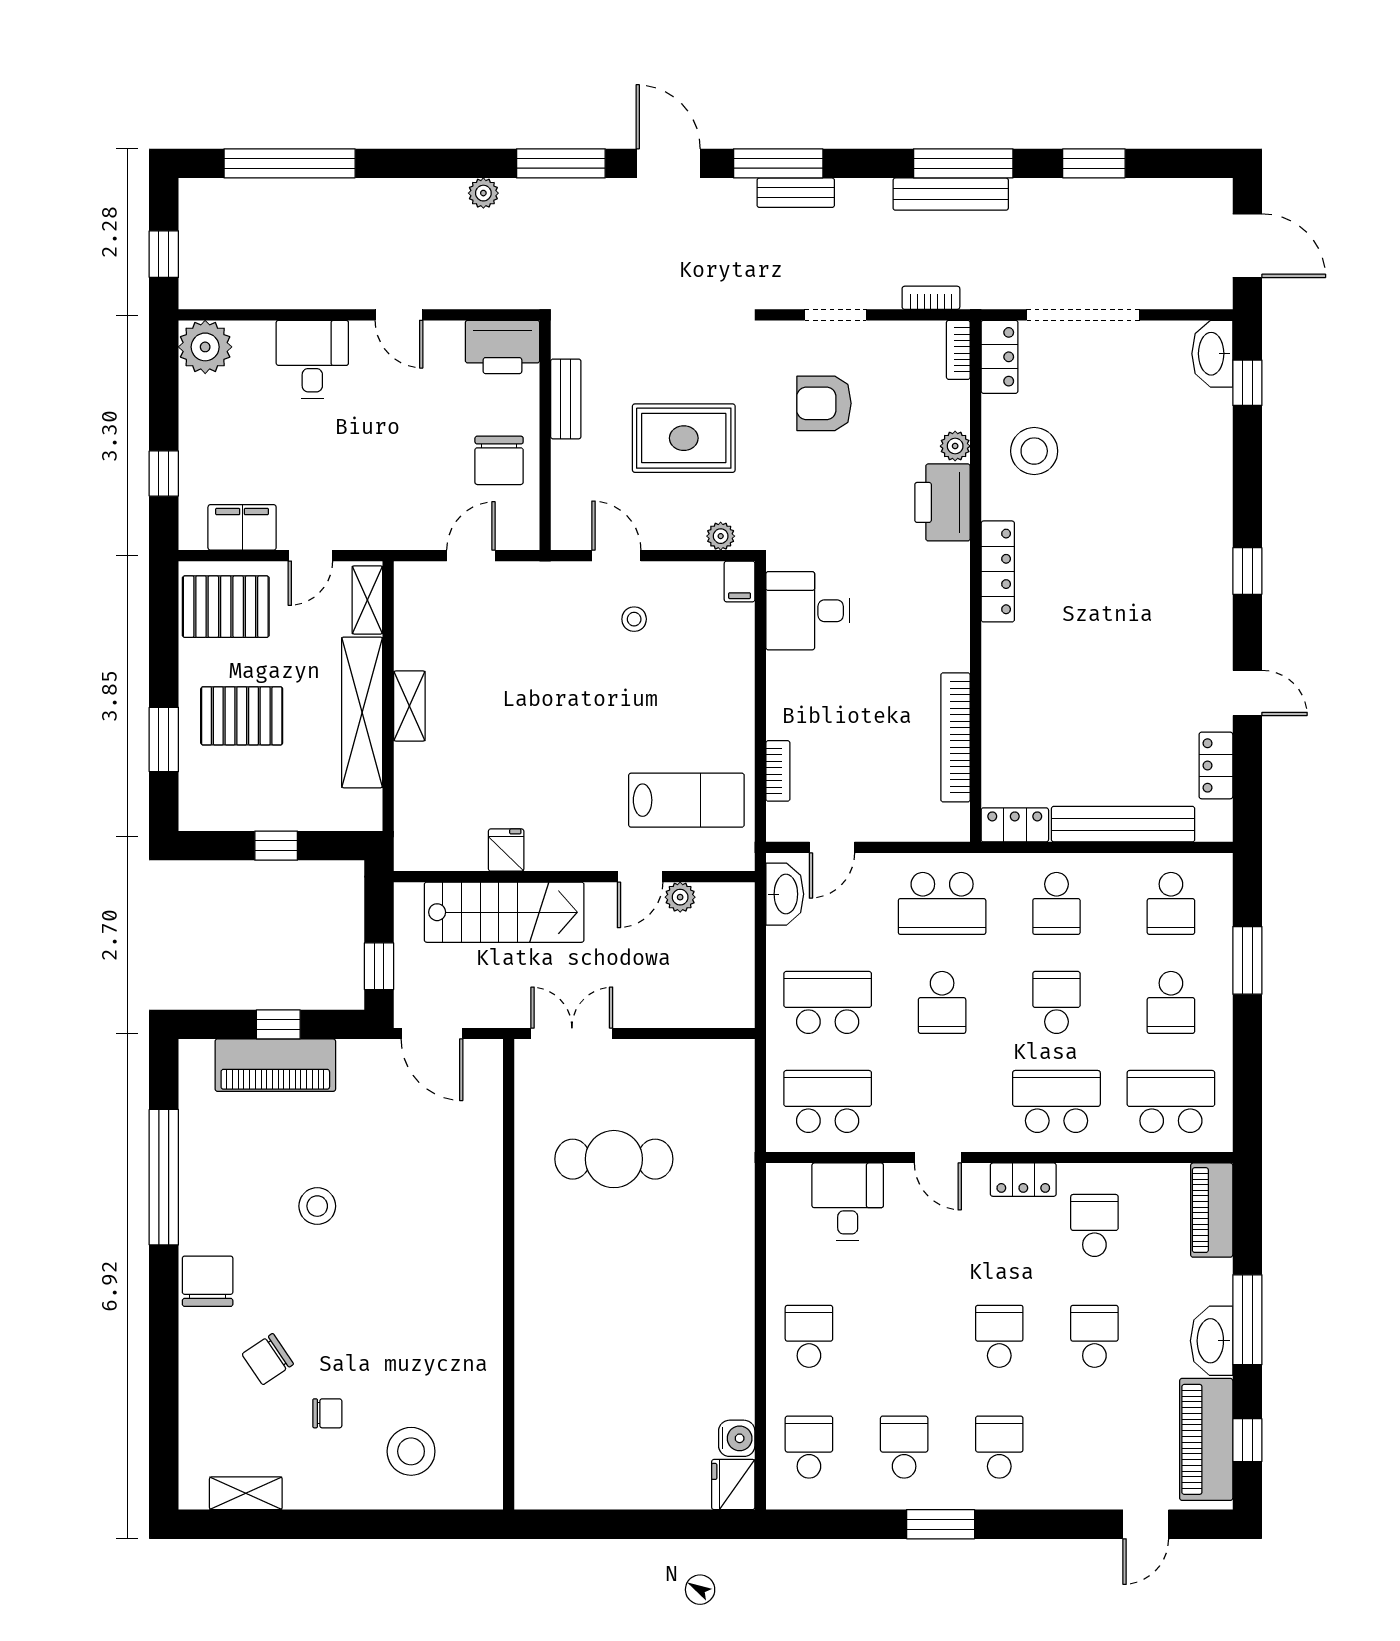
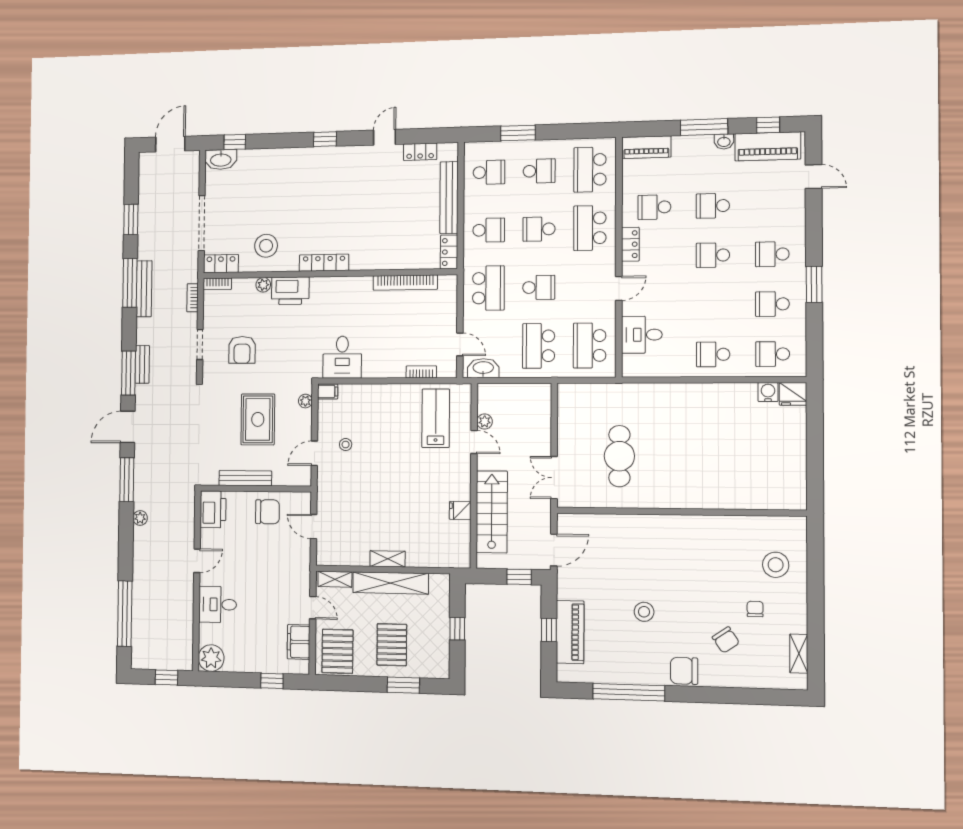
bench: (566, 399) -> (245, 478), width x1.36
washbasin: (1212, 1341) -> (724, 141), width x0.52, depth x0.69

